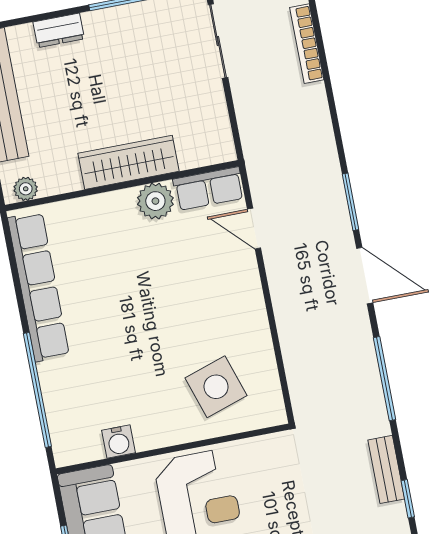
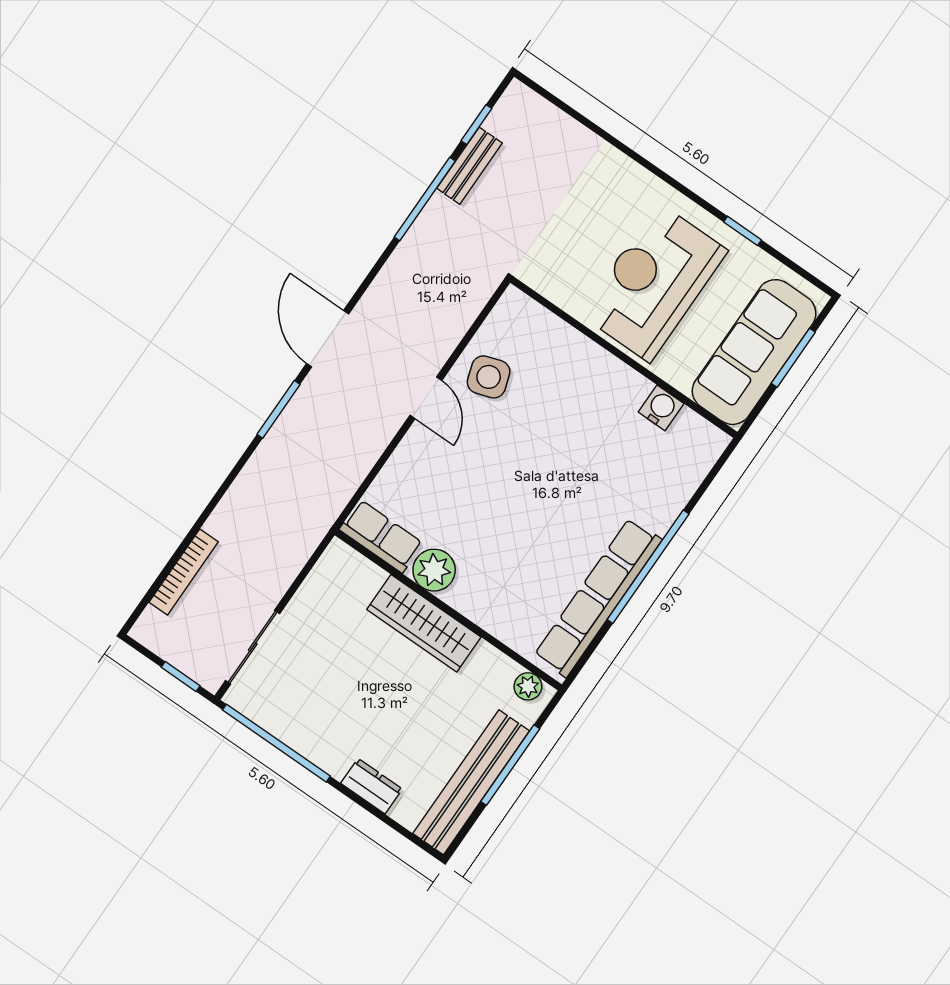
door: (254, 229) -> (426, 398), moved
window: (385, 379) -> (425, 199), moved
side table: (216, 387) -> (489, 377), moved, width x0.73, depth x0.73
window: (37, 390) -> (648, 567), moved

